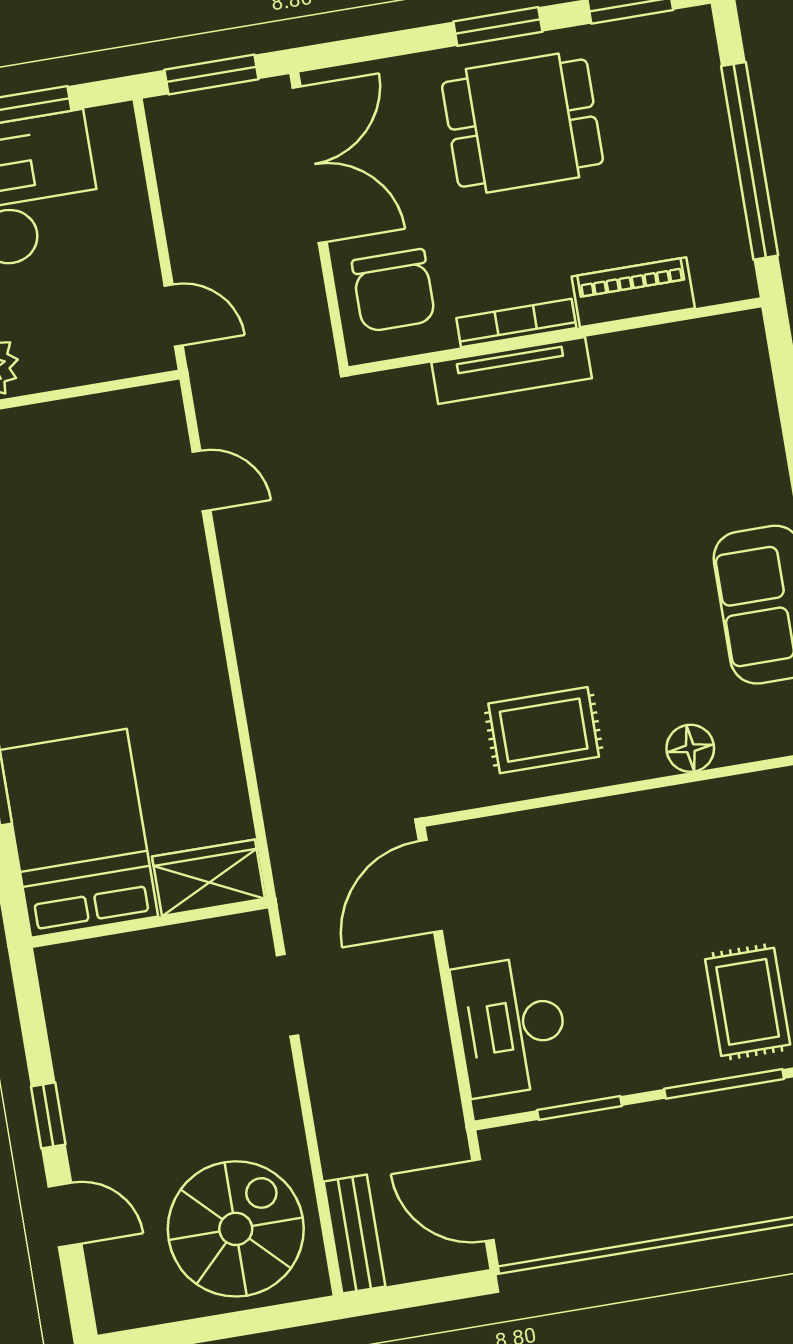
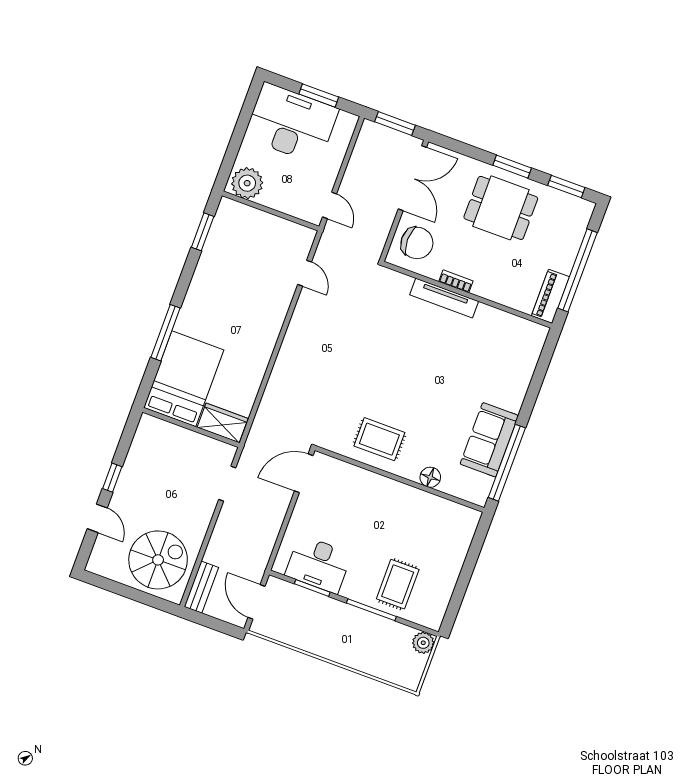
chair: (394, 290) -> (417, 243), turned -90
piano: (633, 292) -> (550, 296), moved, turned -90
bookcase: (516, 323) -> (456, 281), width x0.64
desk: (511, 1026) -> (318, 564), moved, turned -90

